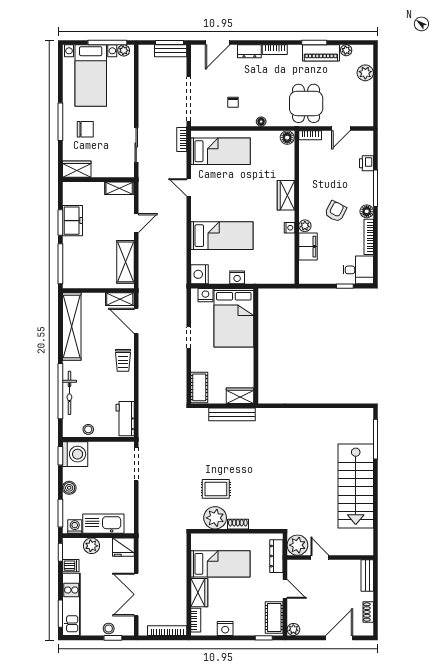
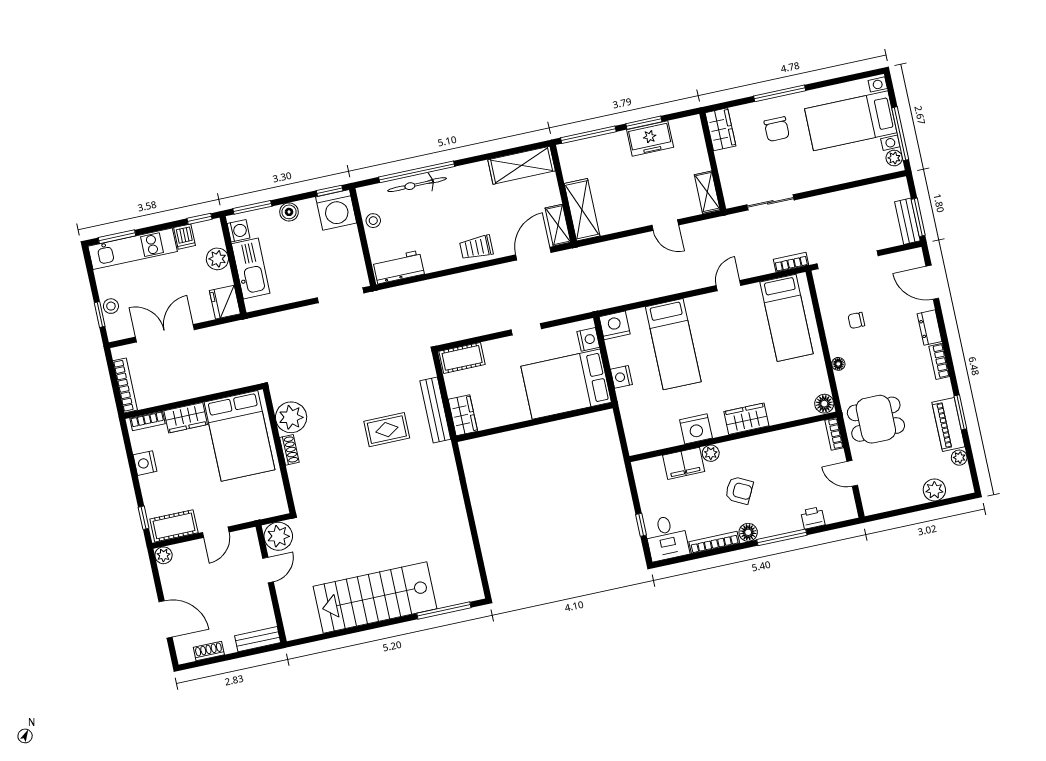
nightstand: (289, 228) -> (696, 429), width x1.89, depth x1.79
shelving: (125, 262) -> (582, 210), moved, turned 90
shelving: (72, 326) -> (522, 165), width x0.68
rug: (216, 489) -> (387, 430), moved, turned 90
dresser: (276, 556) -> (257, 511), removed
bed: (220, 564) -> (240, 436), width x1.50

